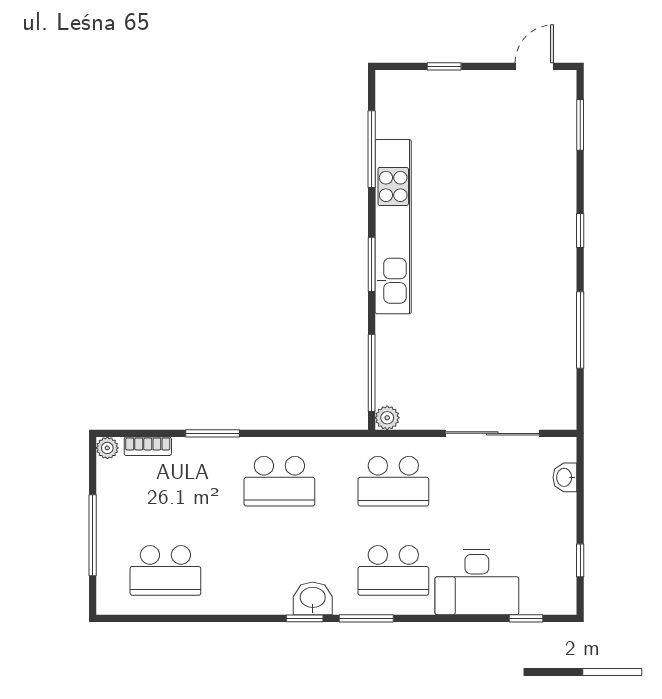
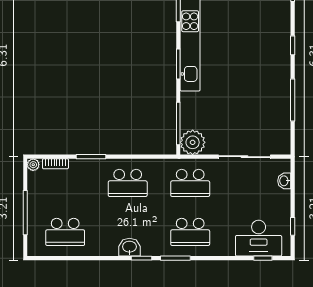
plant: (387, 418) -> (193, 142), width x1.88, depth x1.88
desk: (477, 582) -> (259, 238), moved
washbasin: (313, 598) -> (129, 247), moved

